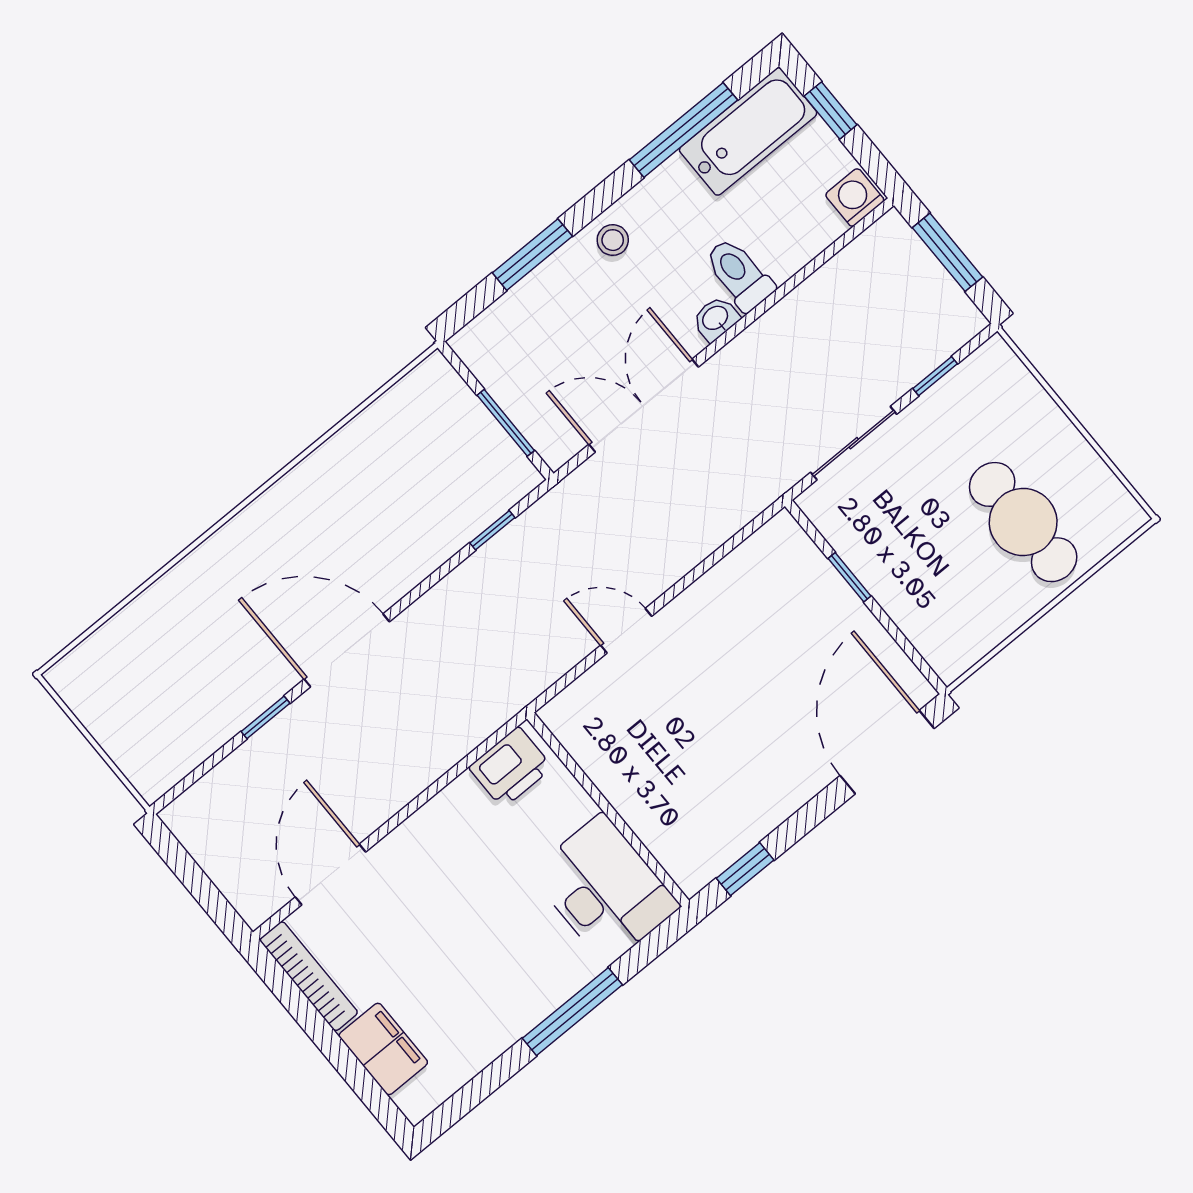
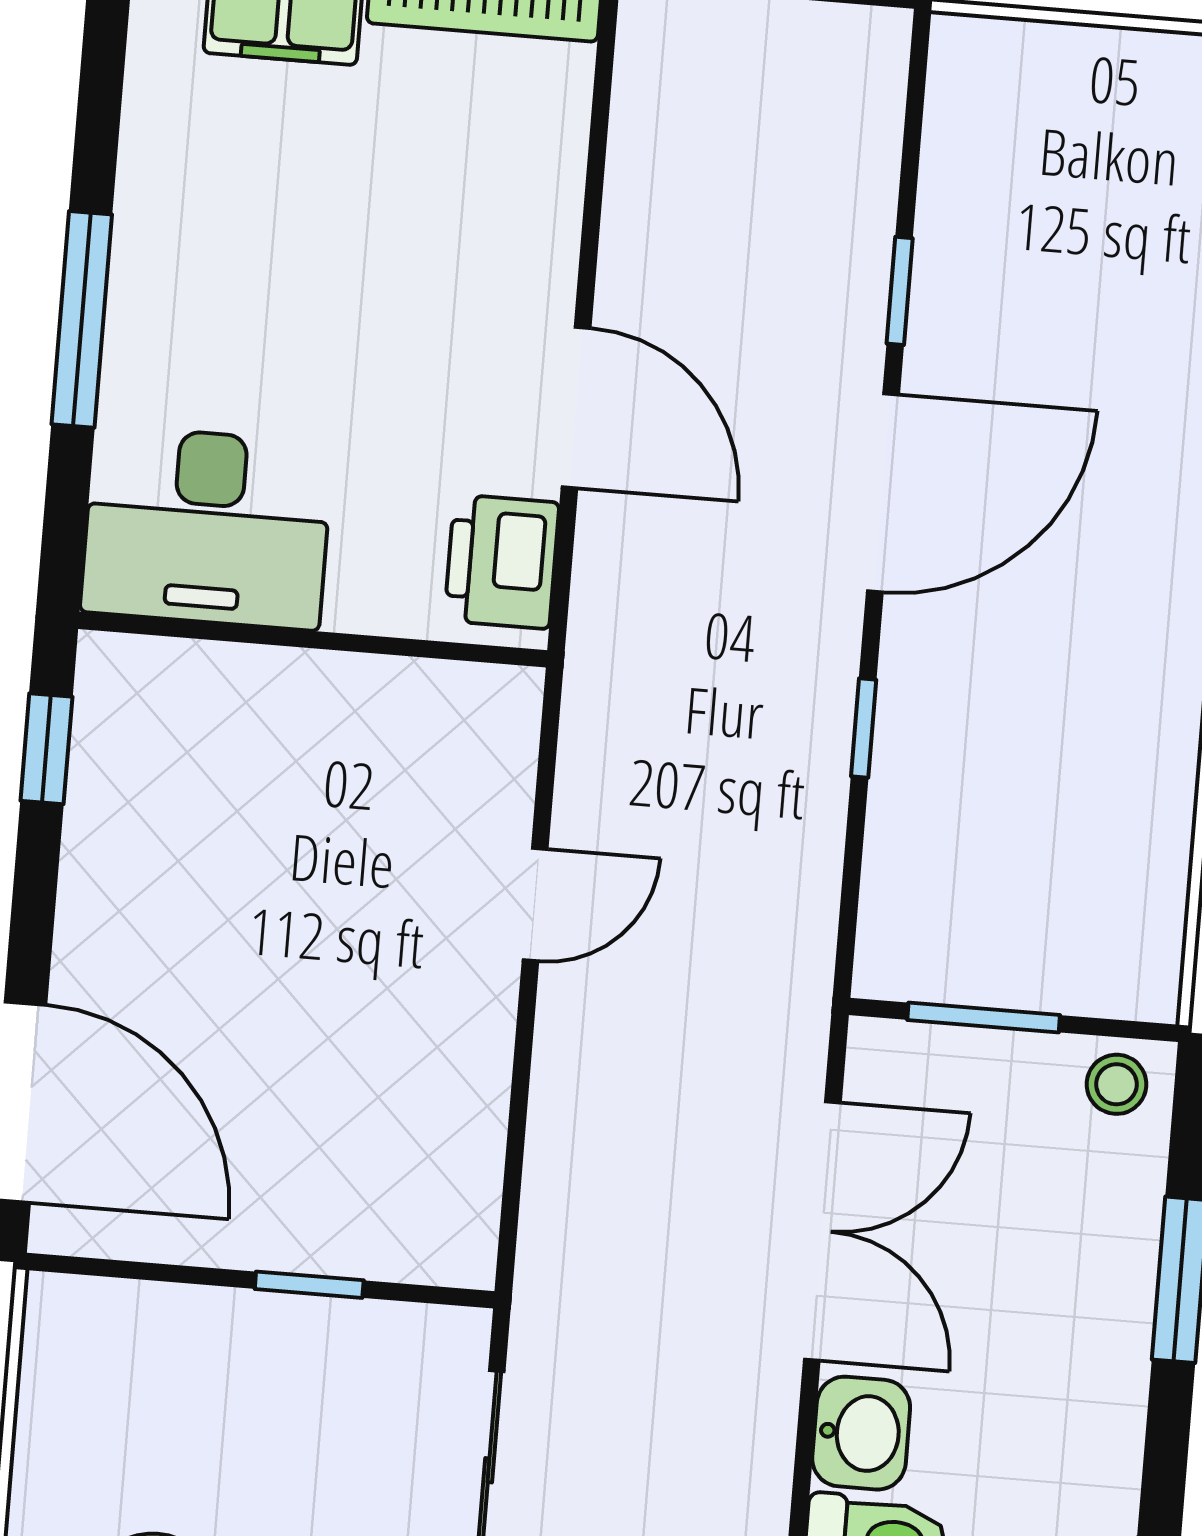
stool: (613, 240) -> (1116, 1084), moved
washbasin: (716, 319) -> (861, 1433), width x1.38, depth x1.45
window: (492, 530) -> (864, 728), moved
door: (330, 874) -> (576, 407), moved

